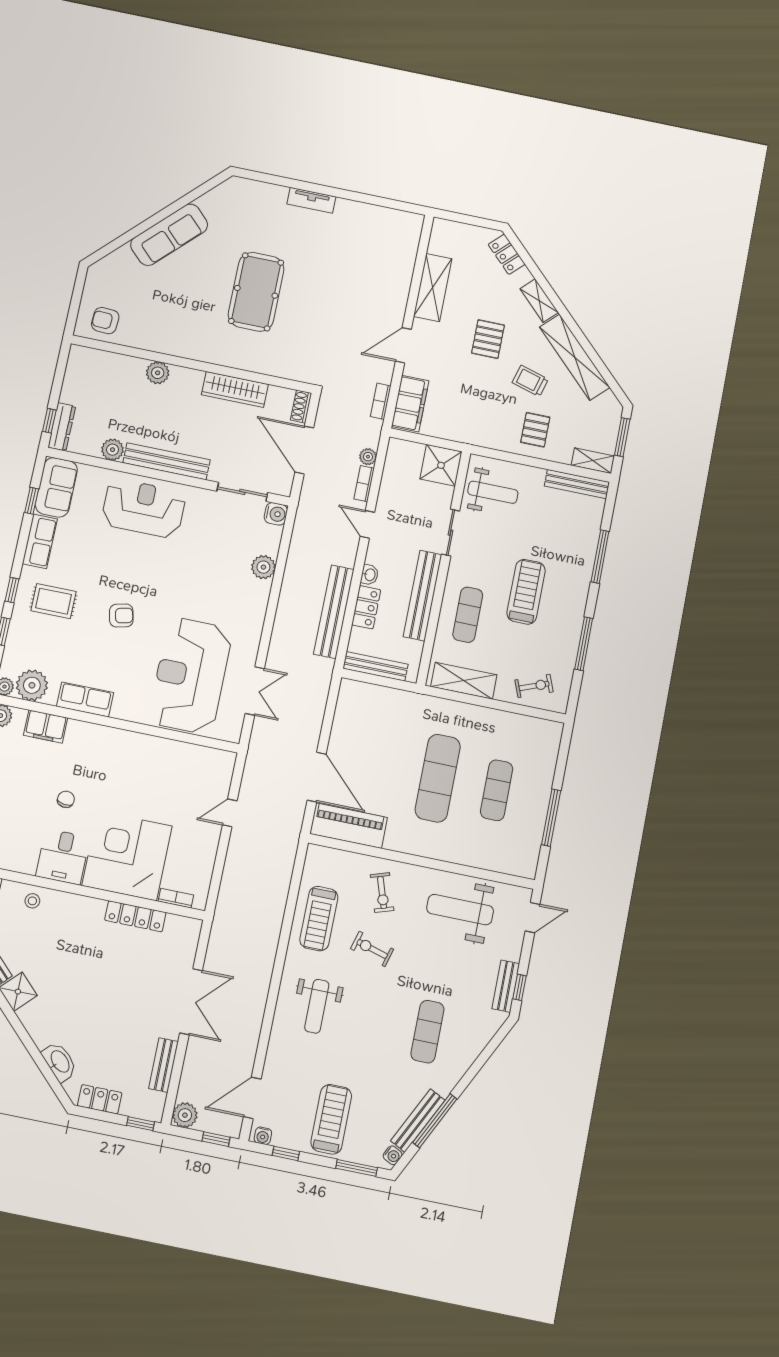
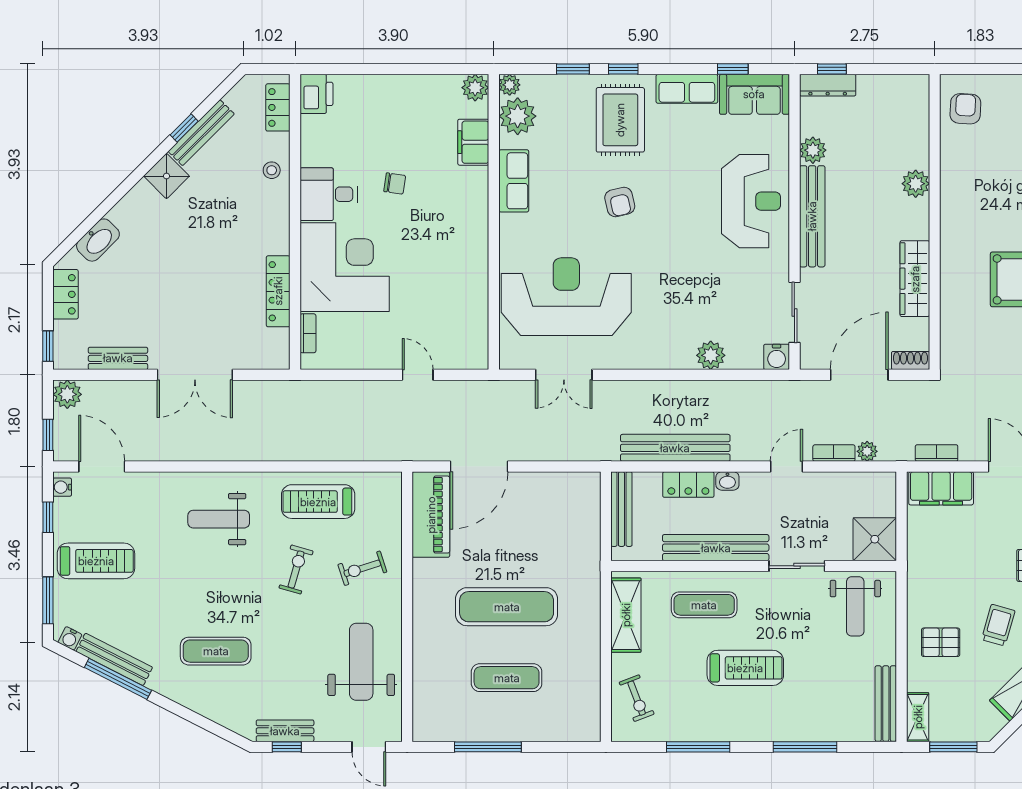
rug: (53, 601) -> (620, 120), width x1.36, depth x1.43

